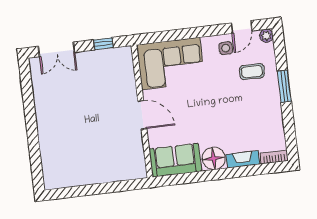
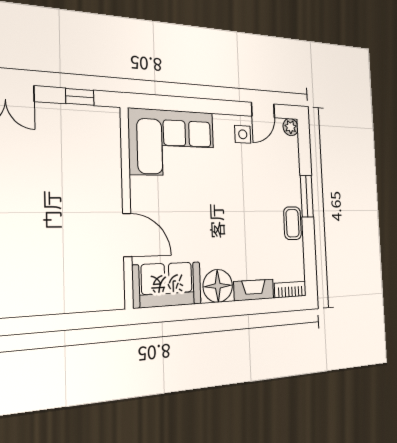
coffee table: (252, 72) -> (293, 223), moved, turned 90
door: (142, 115) -> (127, 235), moved

